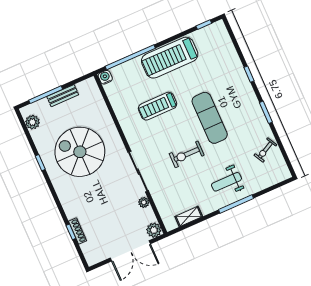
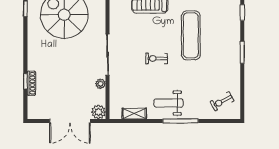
exercise bike: (265, 150) -> (222, 101), moved
exercise bike: (187, 154) -> (157, 58), width x0.73, depth x0.72
weight bench: (226, 182) -> (168, 103), moved

